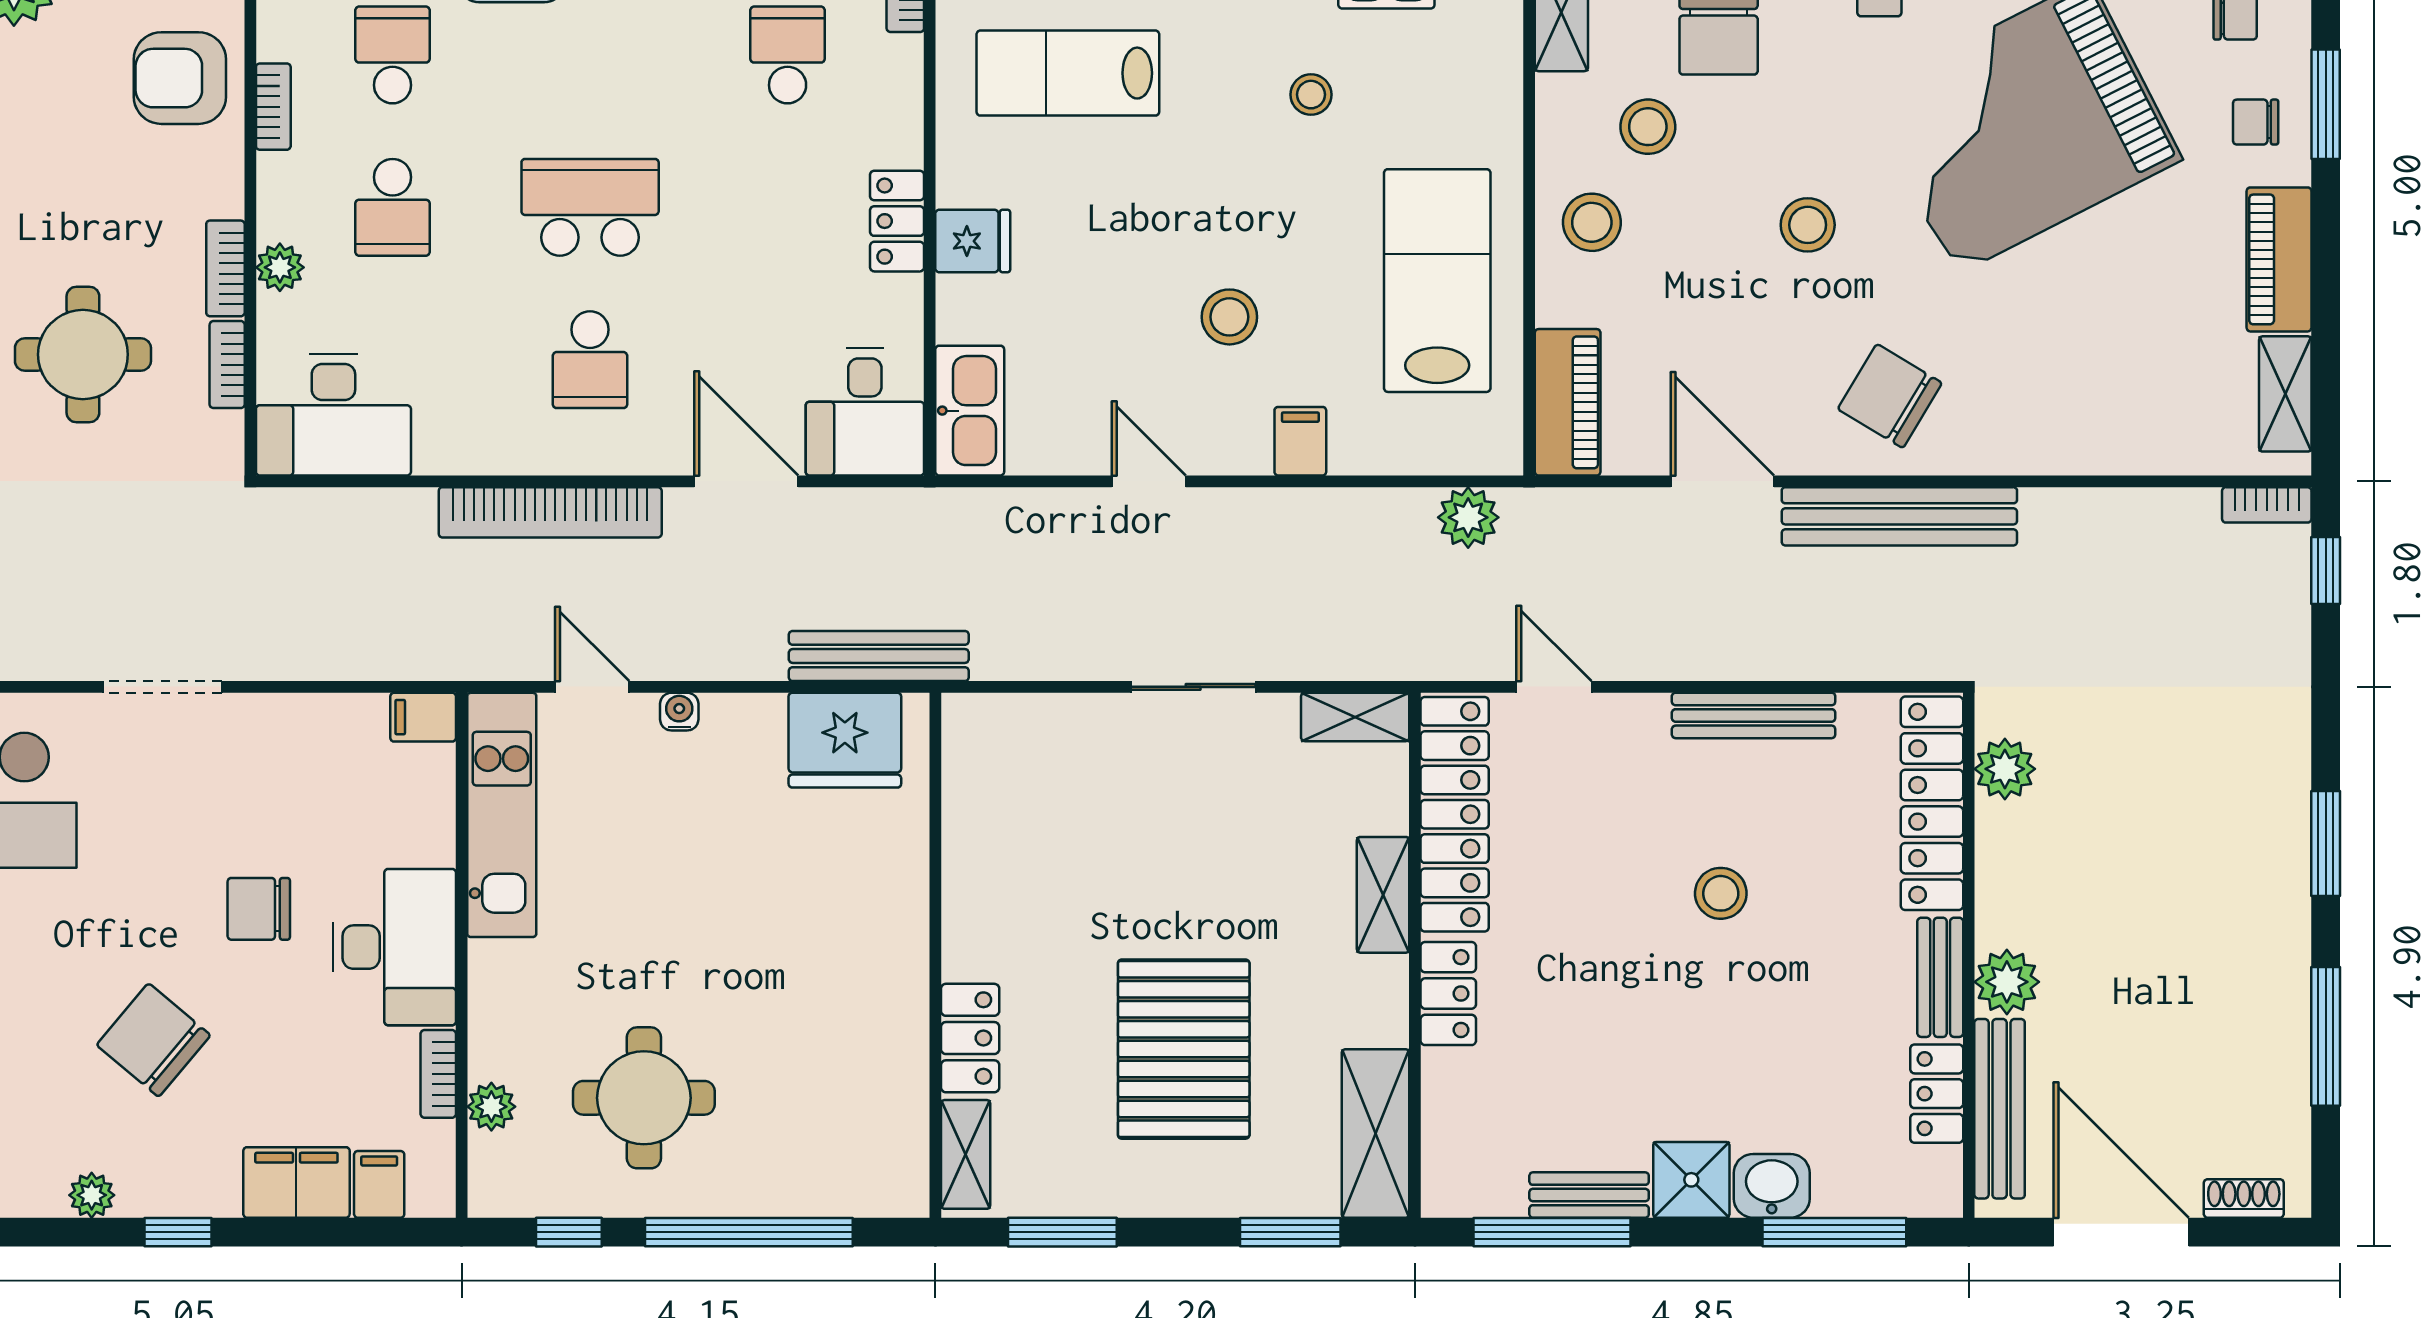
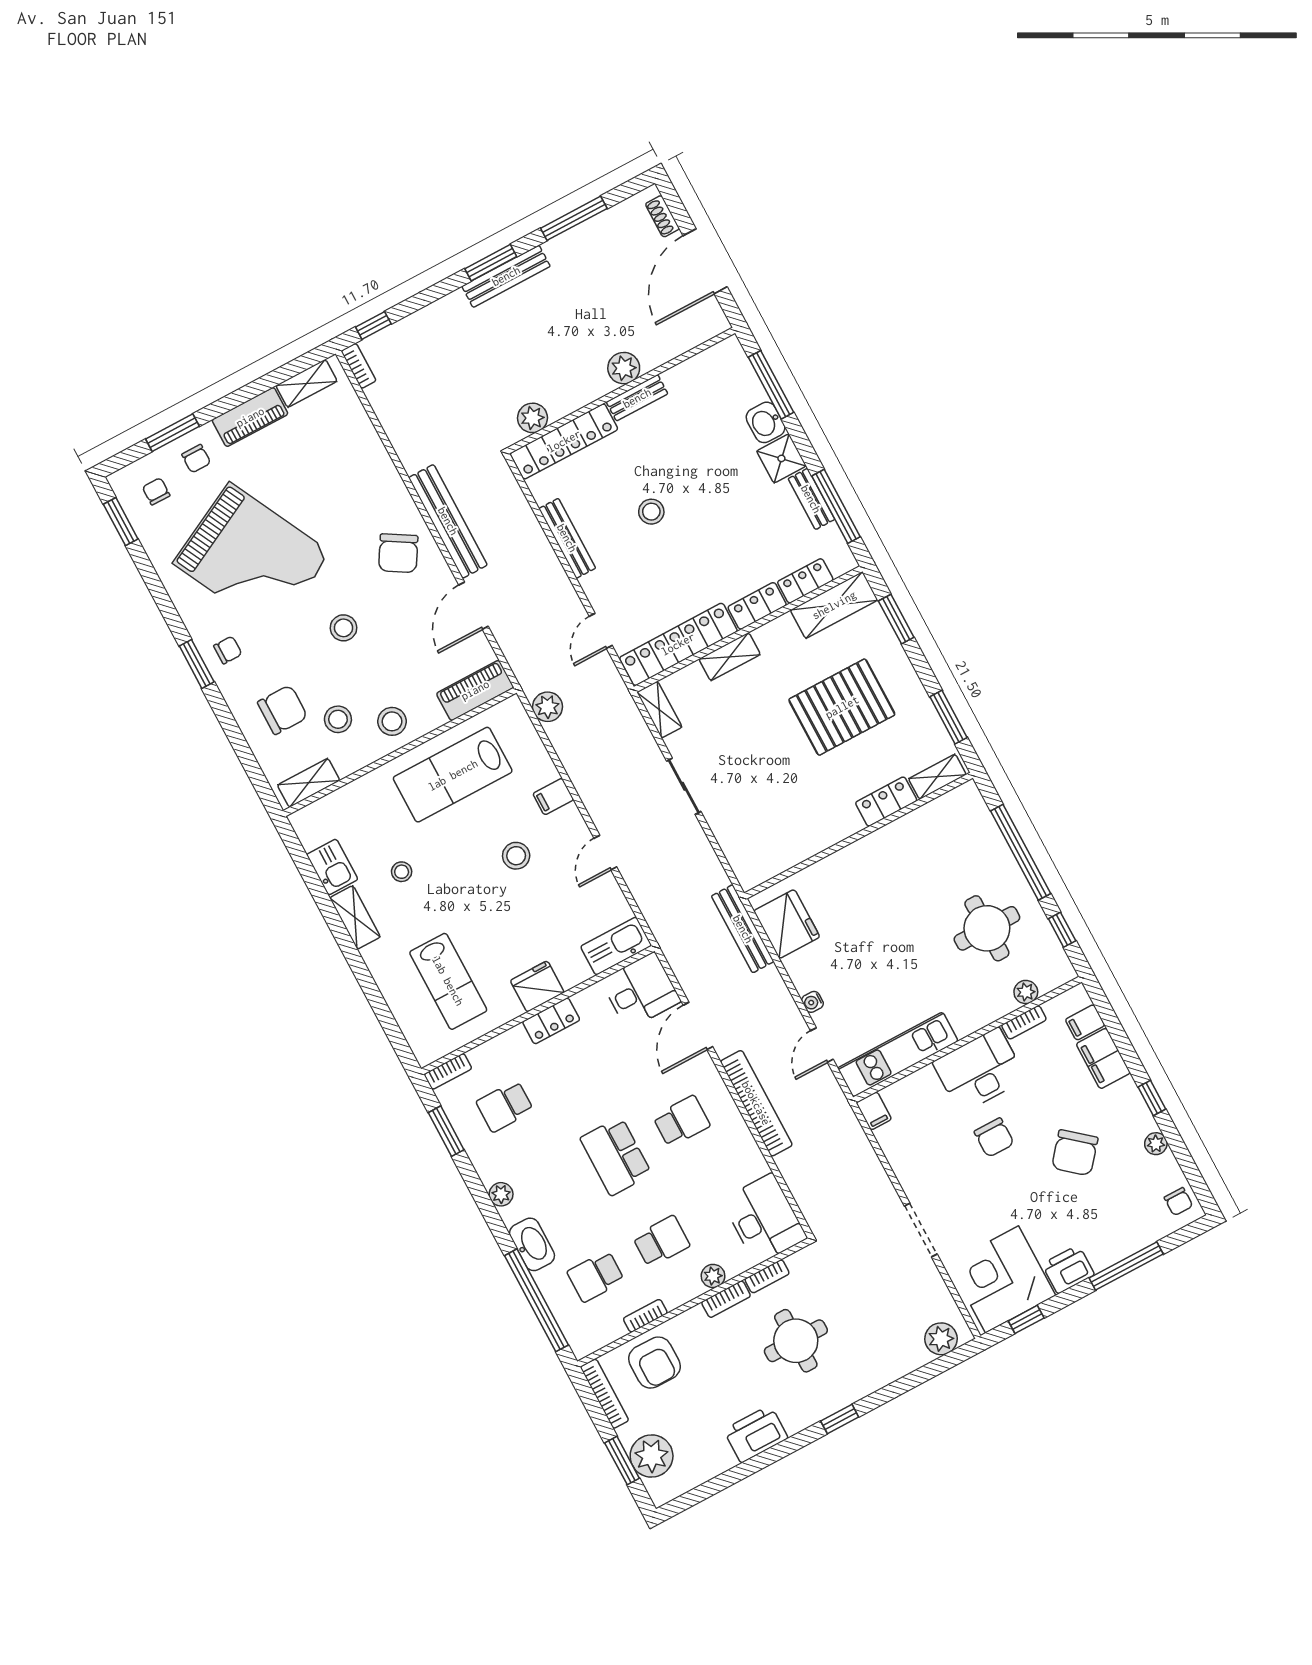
fridge: (973, 241) -> (537, 986), width x1.38
locker: (1937, 1094) -> (805, 581), moved, turned 180
bench: (2000, 1109) -> (506, 276), moved

